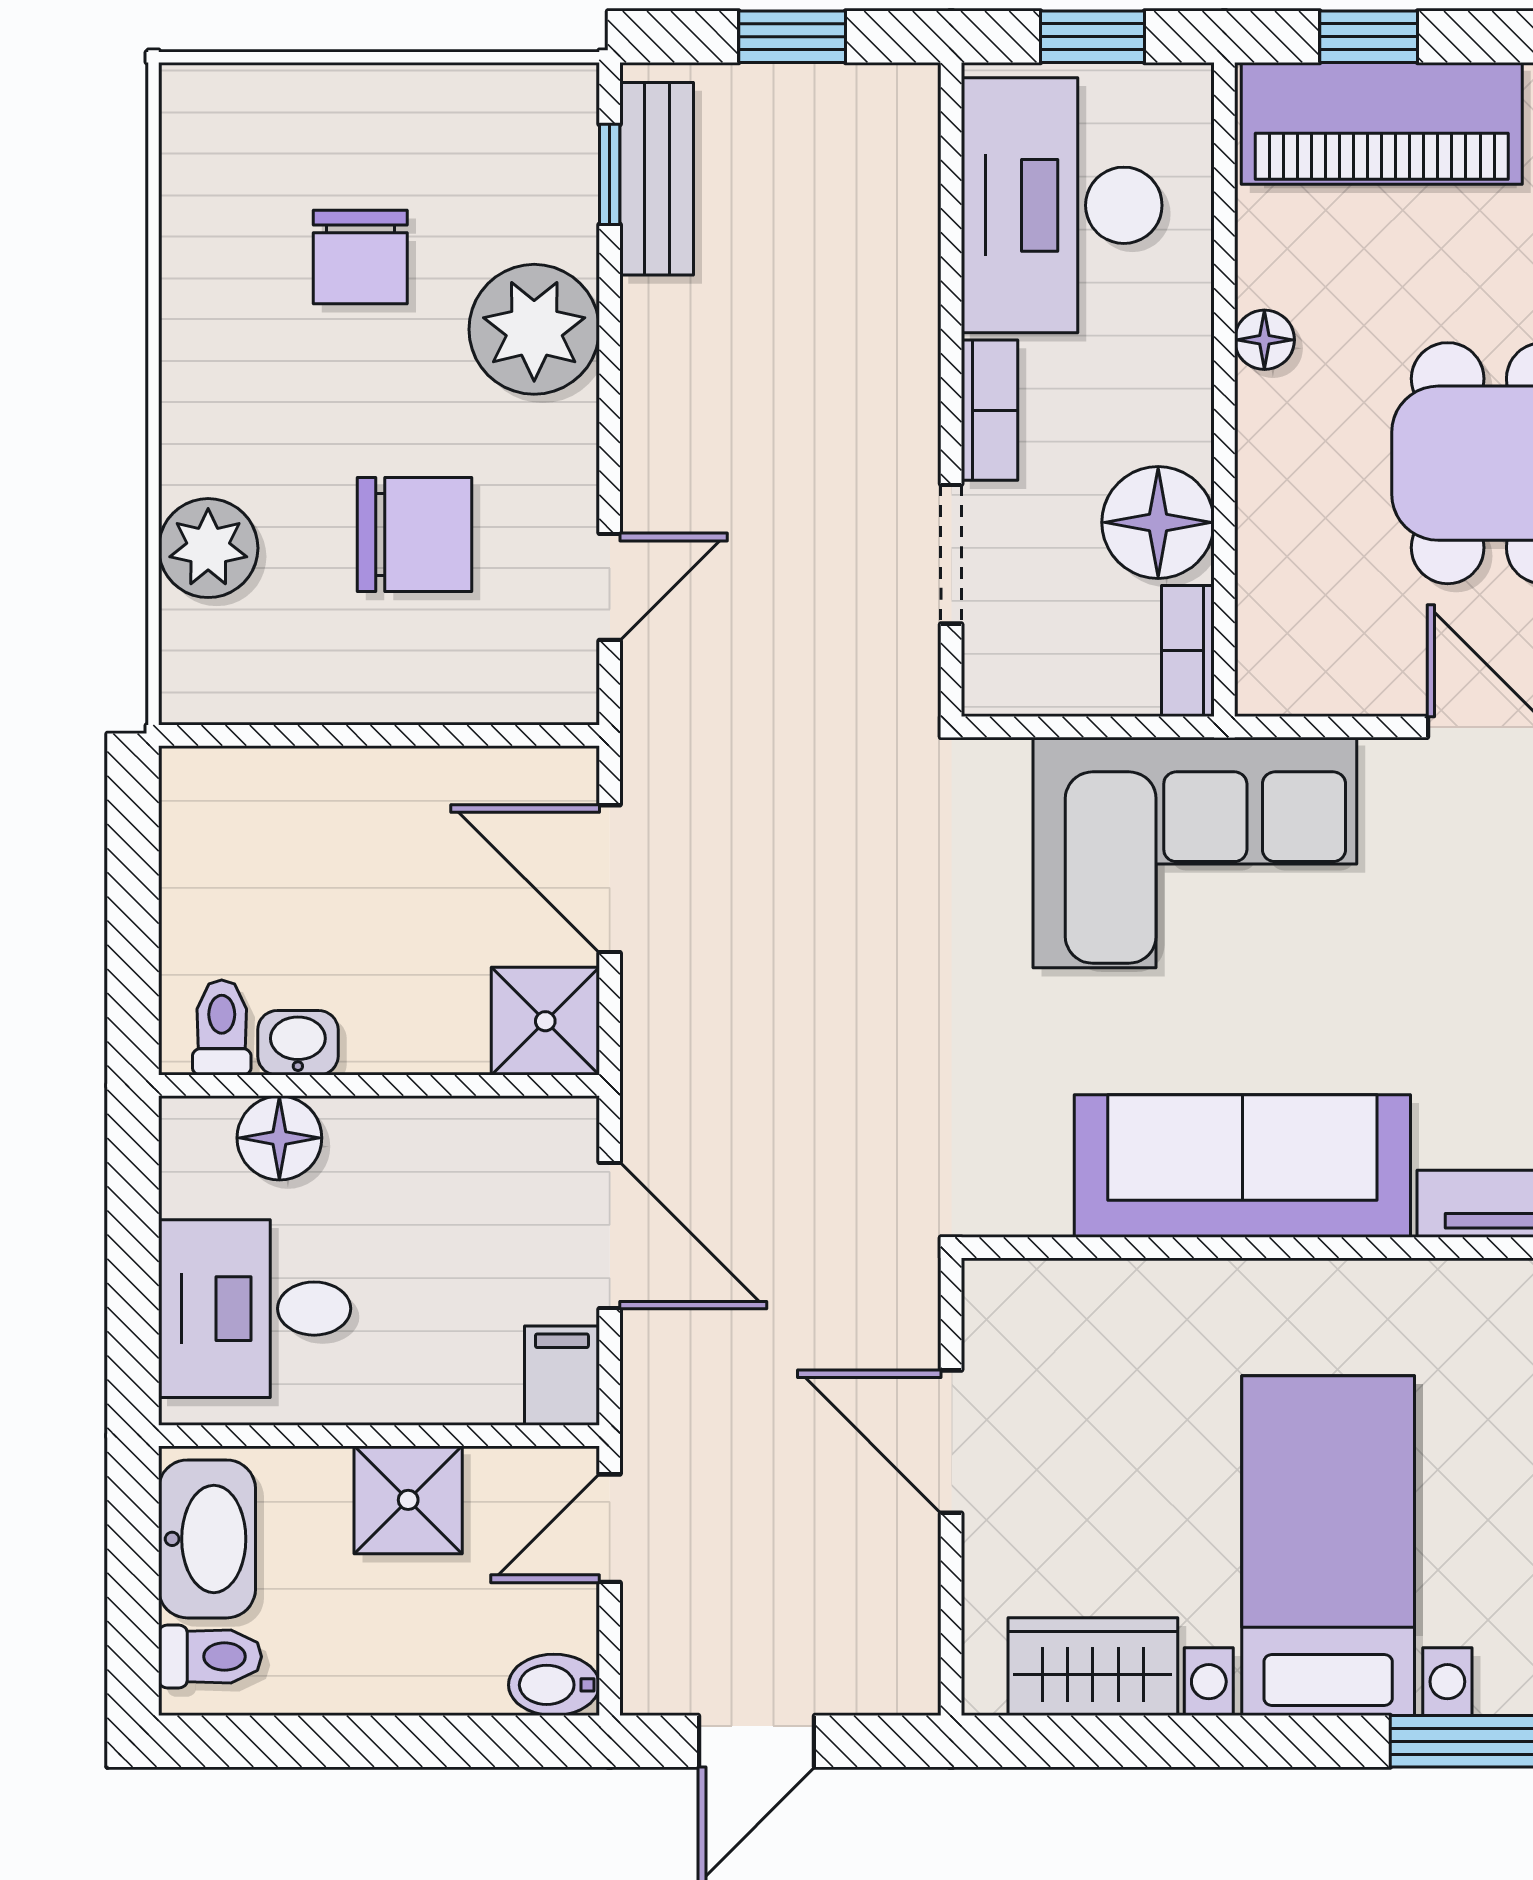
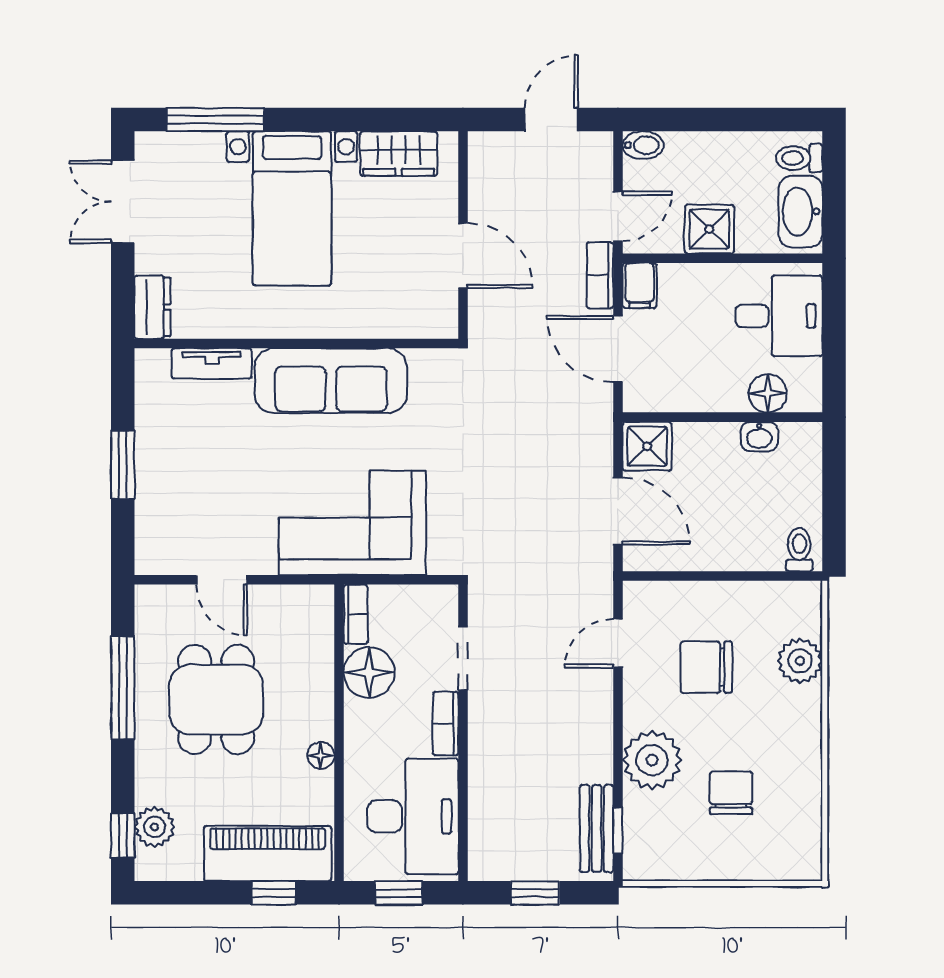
toilet: (222, 1028) -> (799, 550), moved, turned 180
bookcase: (649, 1398) -> (600, 275), added

